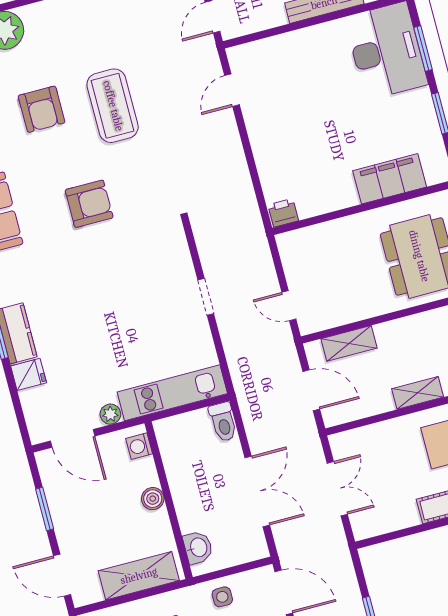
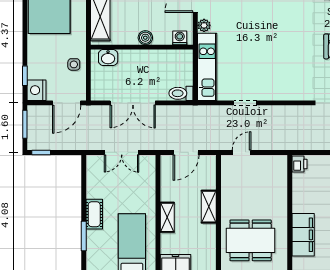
doorway: (206, 297) -> (245, 103), moved
shelving: (349, 343) -> (209, 207), moved

